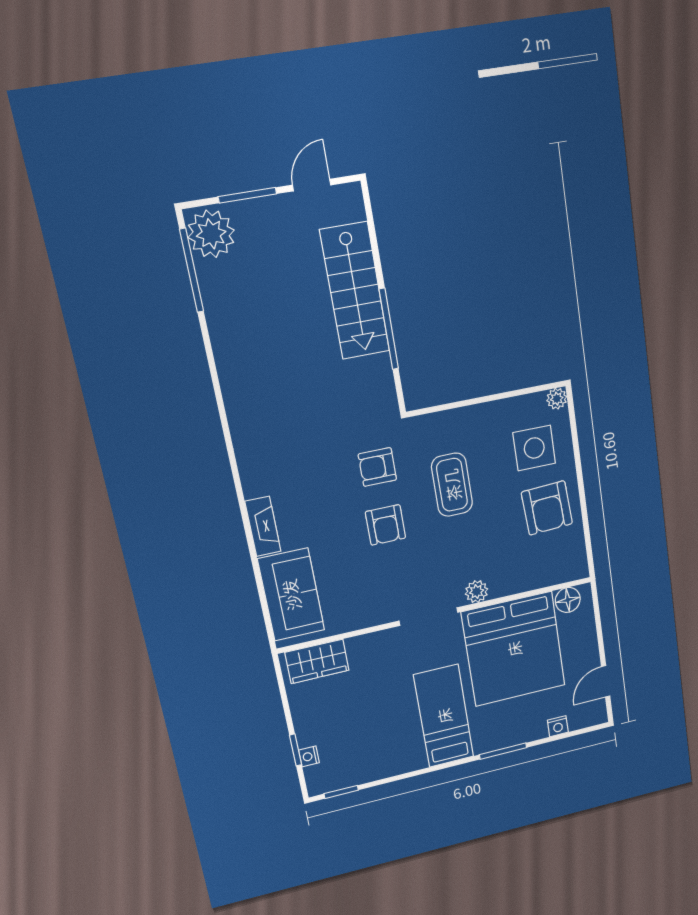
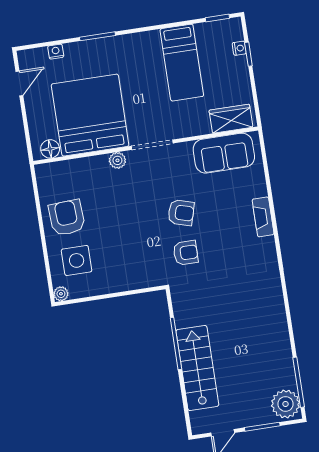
coffee table: (452, 485) -> (135, 238), removed
armchair: (385, 525) -> (181, 213), turned 106
sofa: (291, 595) -> (224, 153), moved, turned -90
bed: (444, 716) -> (182, 63), moved

